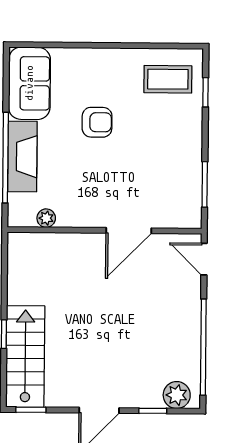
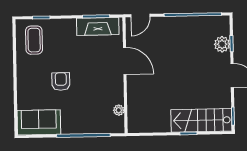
fireplace: (22, 157) -> (98, 26), moved, turned 180
plant: (177, 395) -> (222, 44), moved

